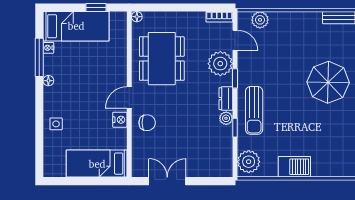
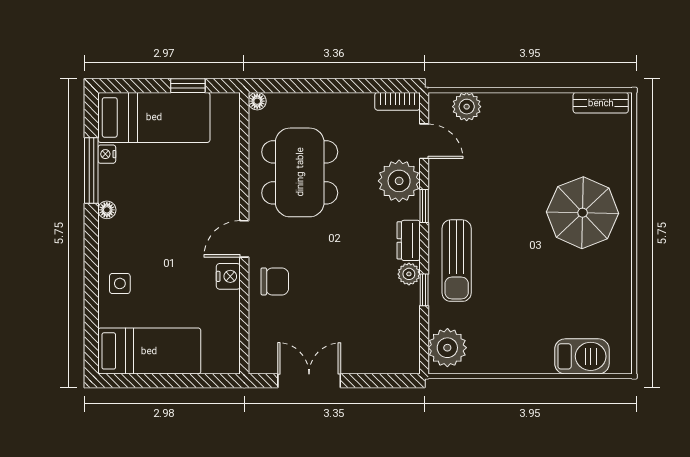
bed: (97, 164) -> (149, 351), moved, turned 180
barbecue: (294, 167) -> (582, 356), moved

